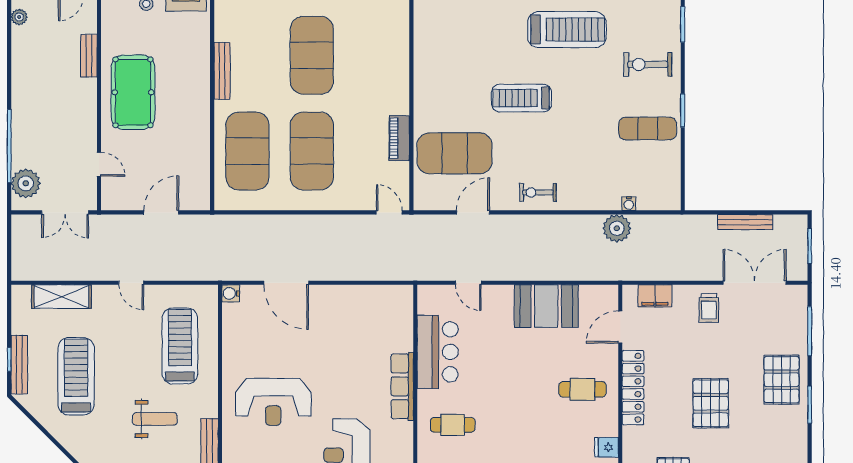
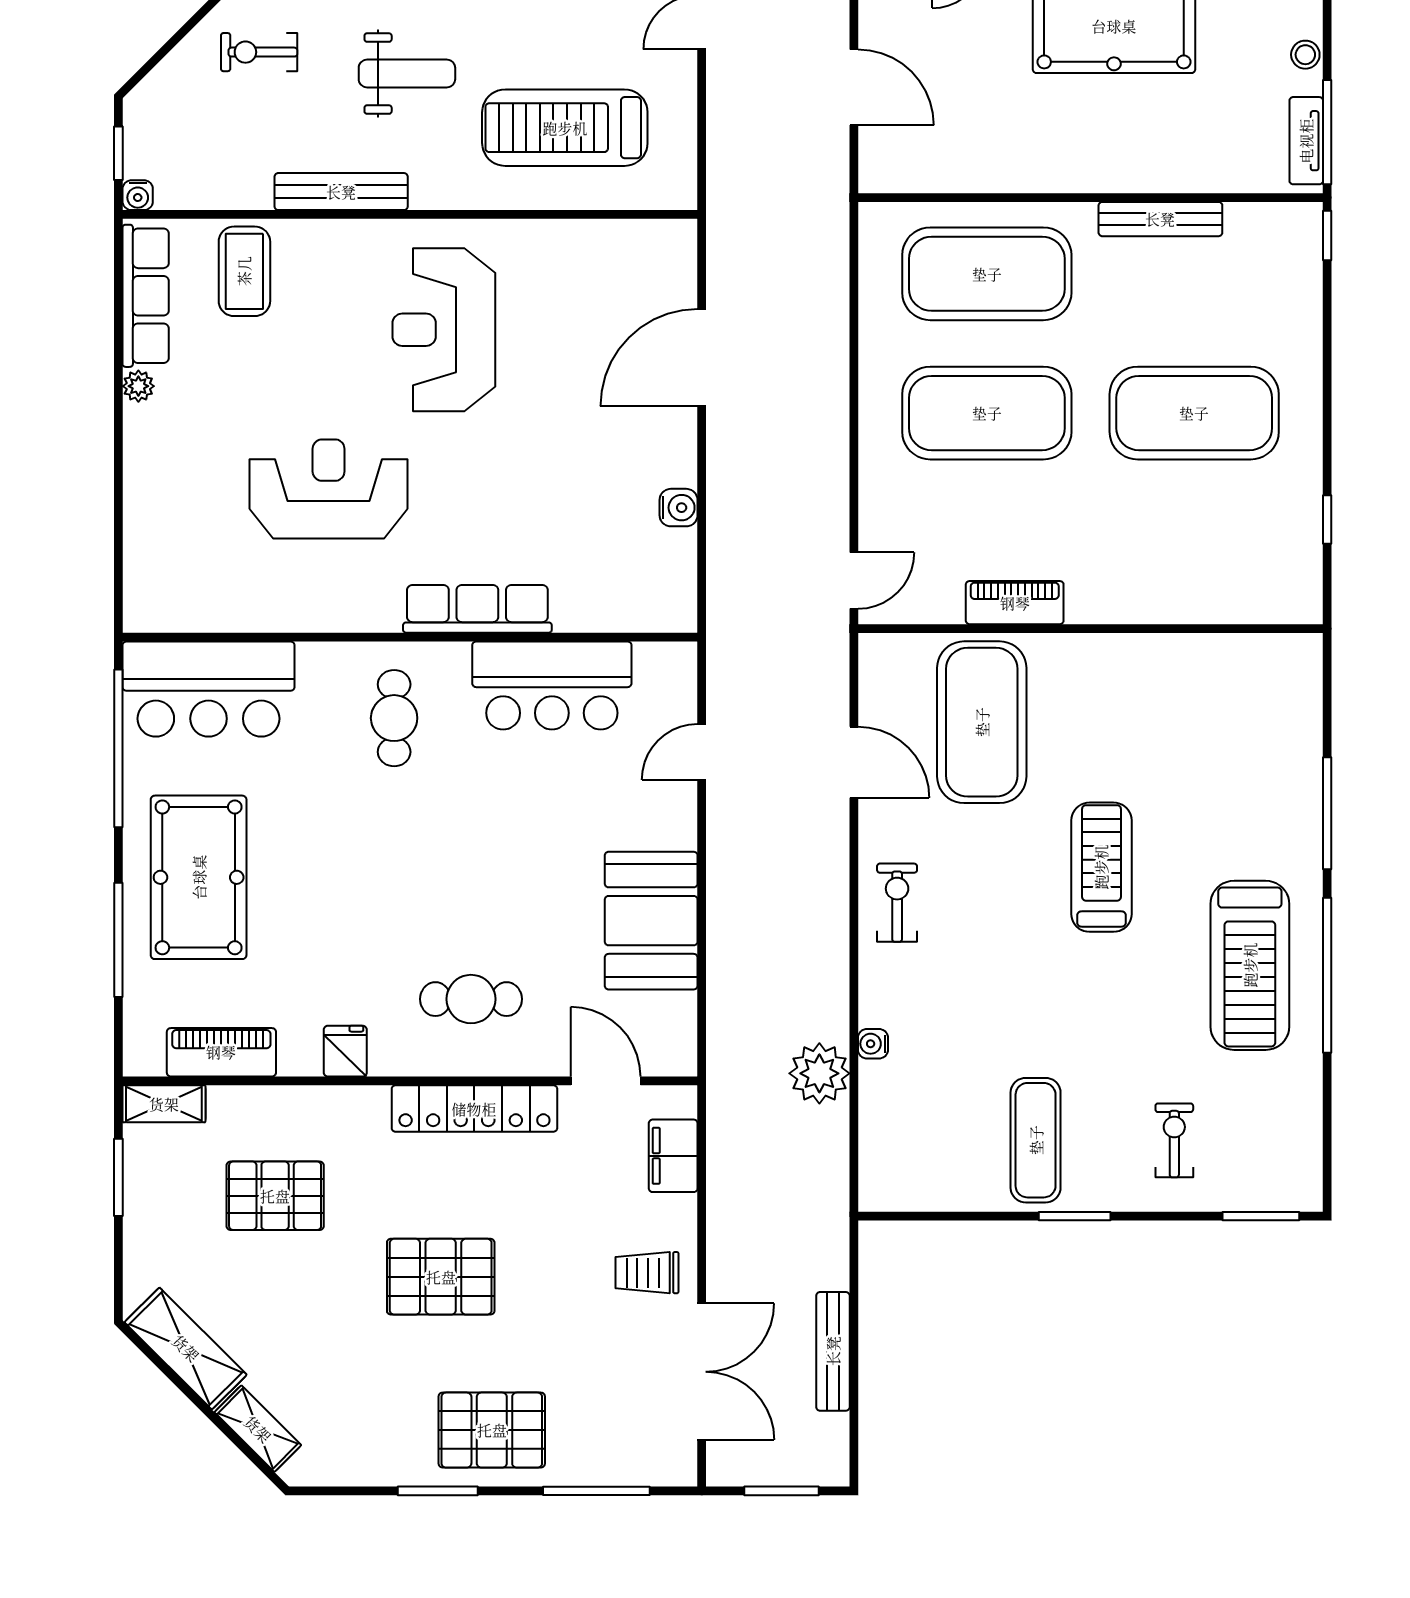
exercise bike: (648, 64) -> (1174, 1140), width x0.73, depth x0.72
water cooler: (629, 204) -> (873, 1044), moved
water cooler: (231, 293) -> (679, 508), moved, turned 90
treadmill: (180, 346) -> (565, 128), turned 180
cafe table: (582, 389) -> (471, 999), turned 90
weight bench: (155, 419) -> (407, 74), turned -90

